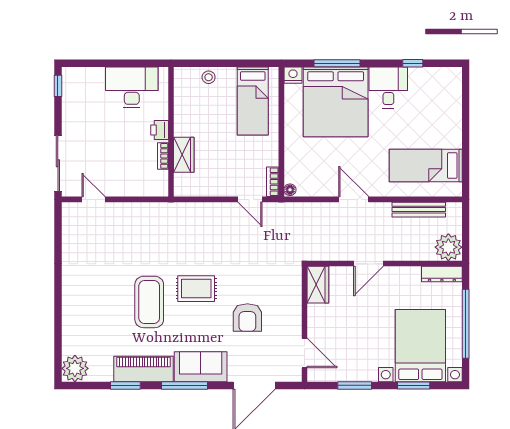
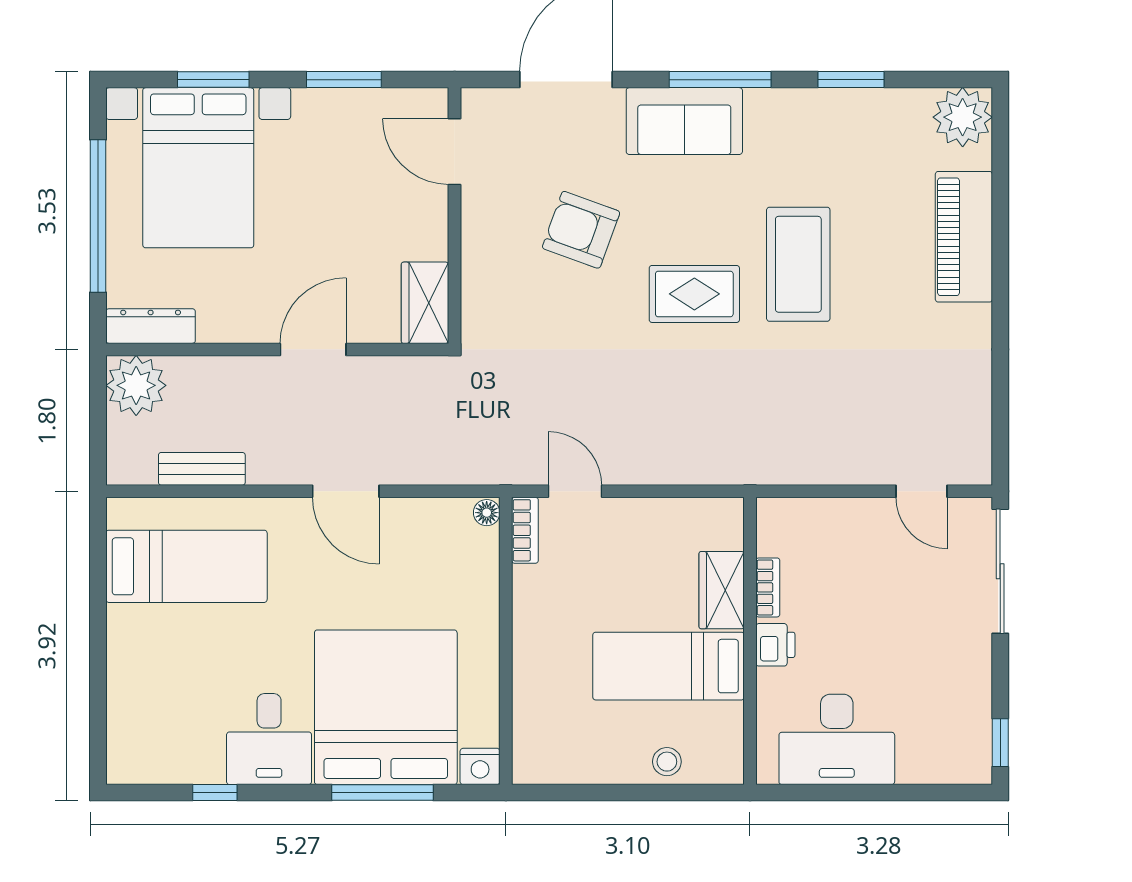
bed: (253, 101) -> (669, 666), moved, turned -90
bench: (419, 210) -> (202, 469), width x0.73
armchair: (247, 318) -> (581, 230), turned -70
piano: (143, 369) -> (964, 237), moved, turned 90

